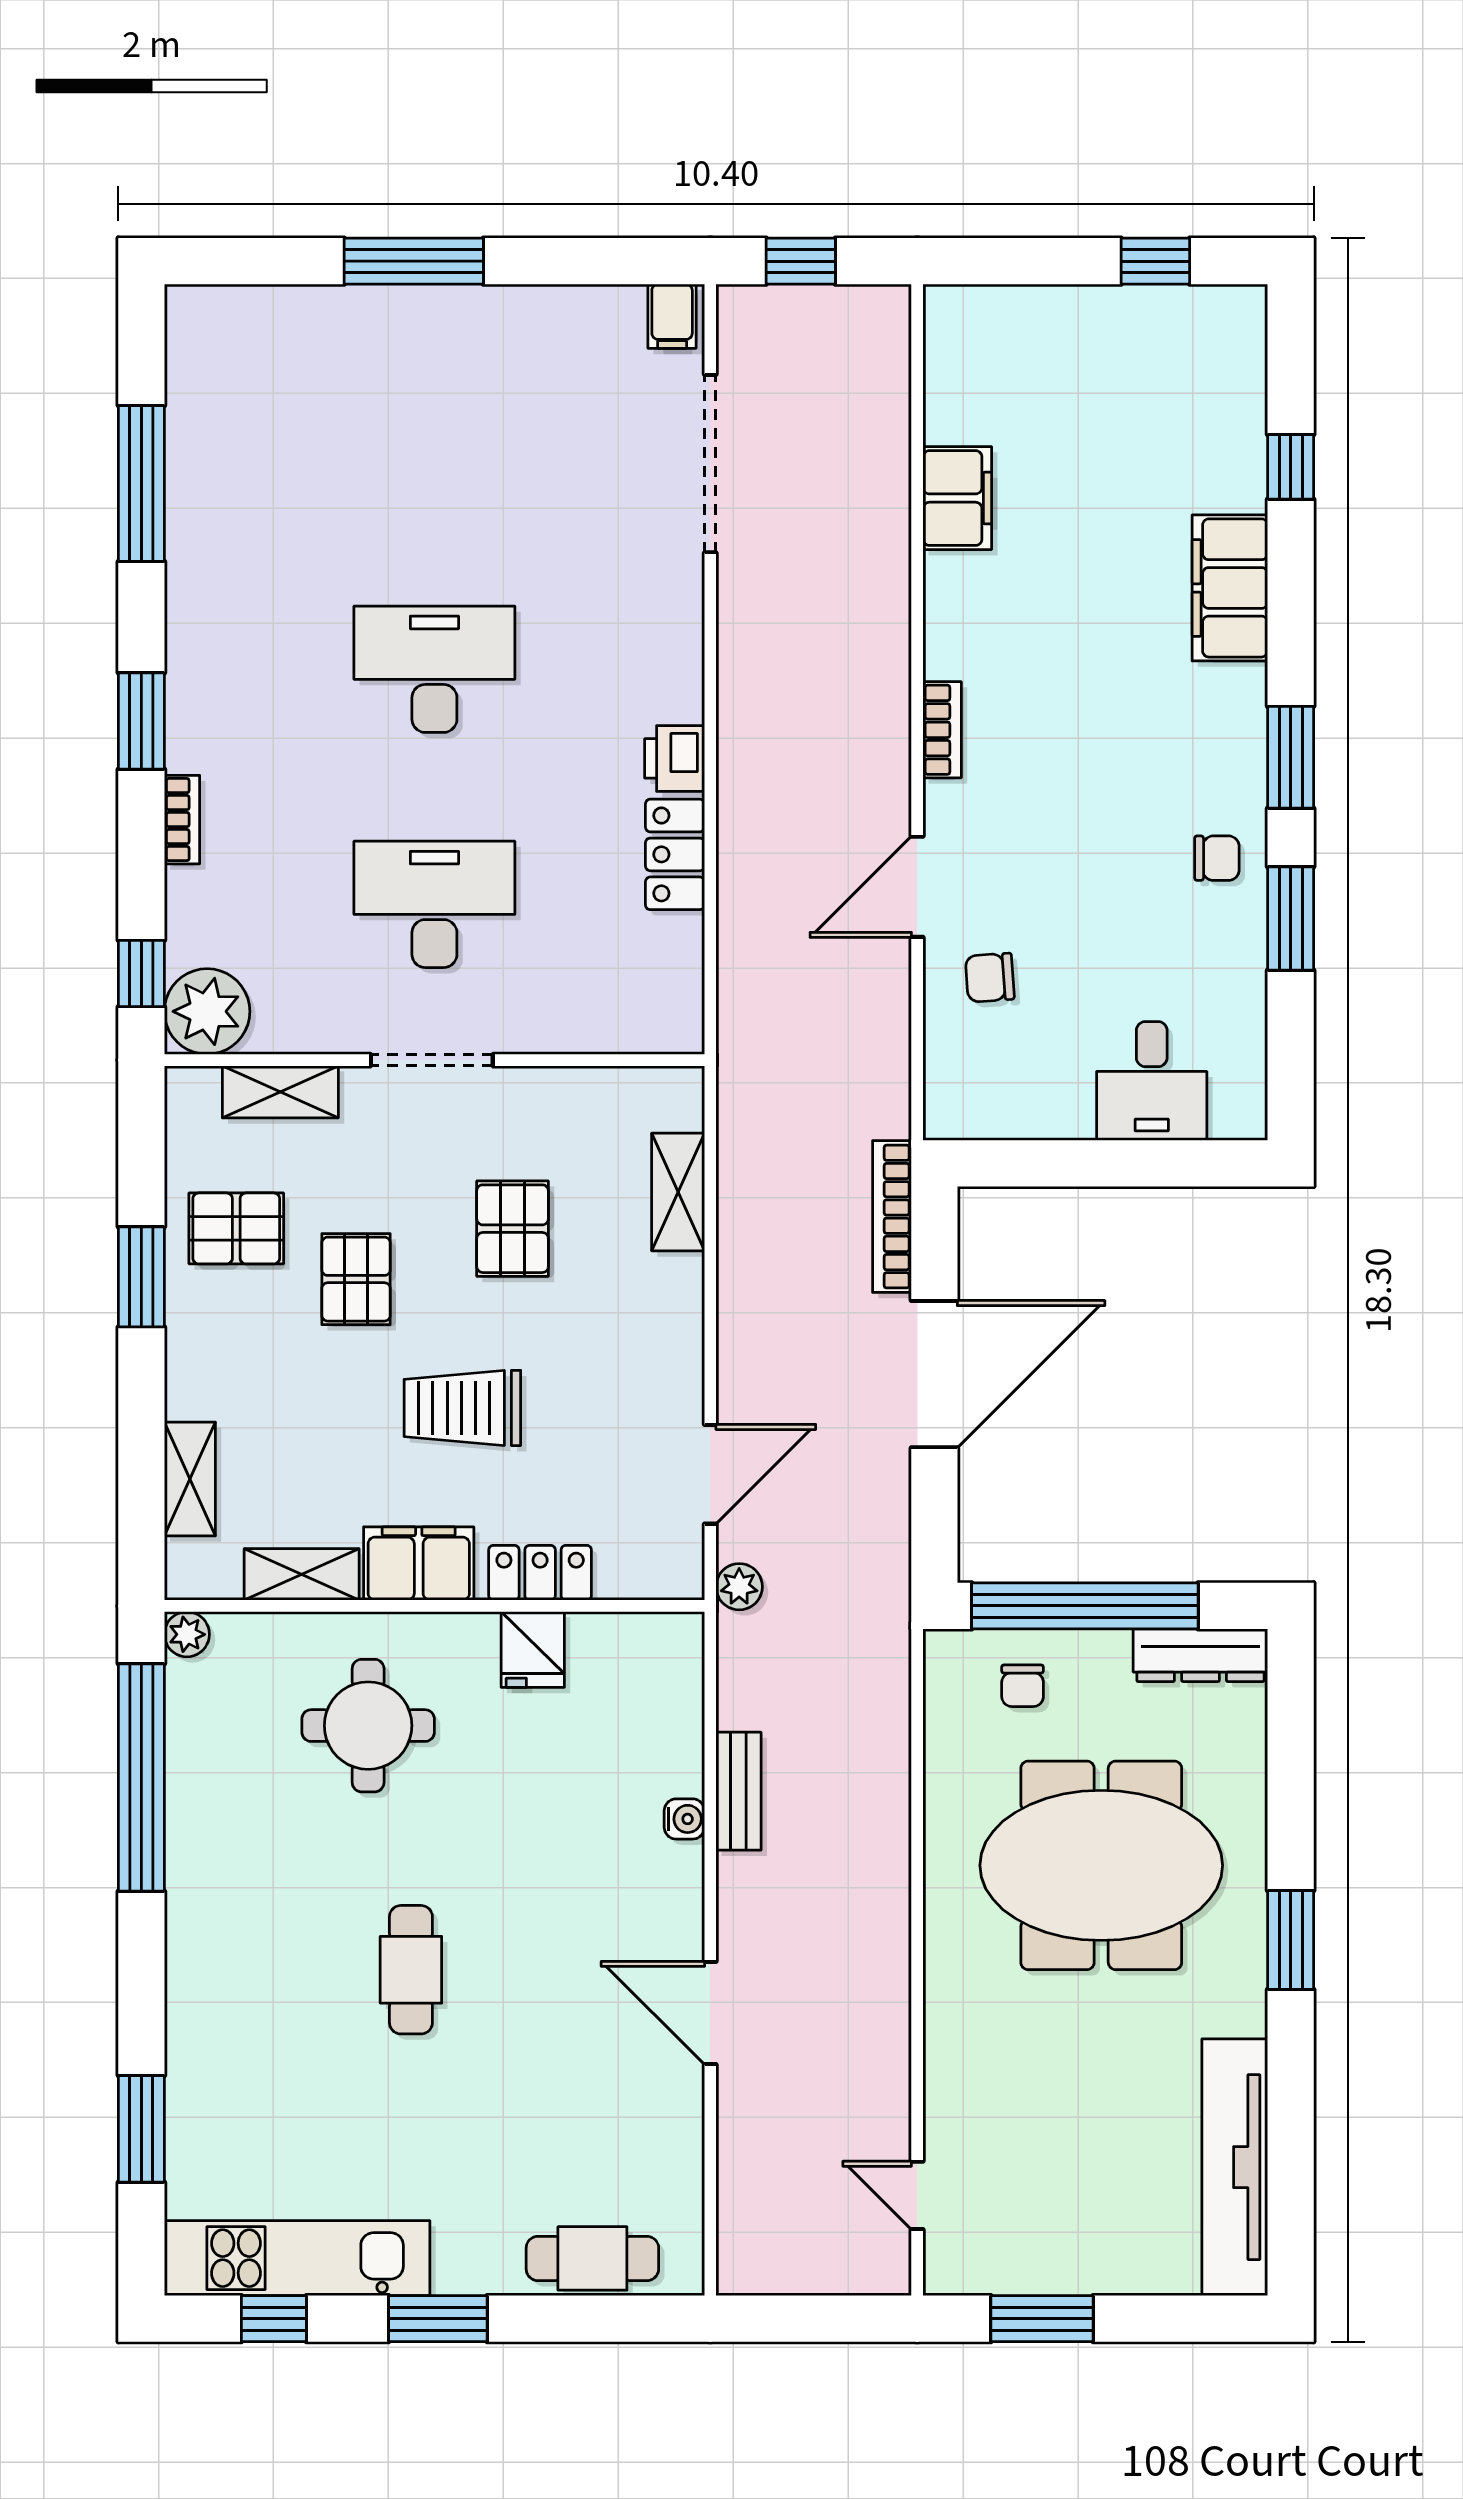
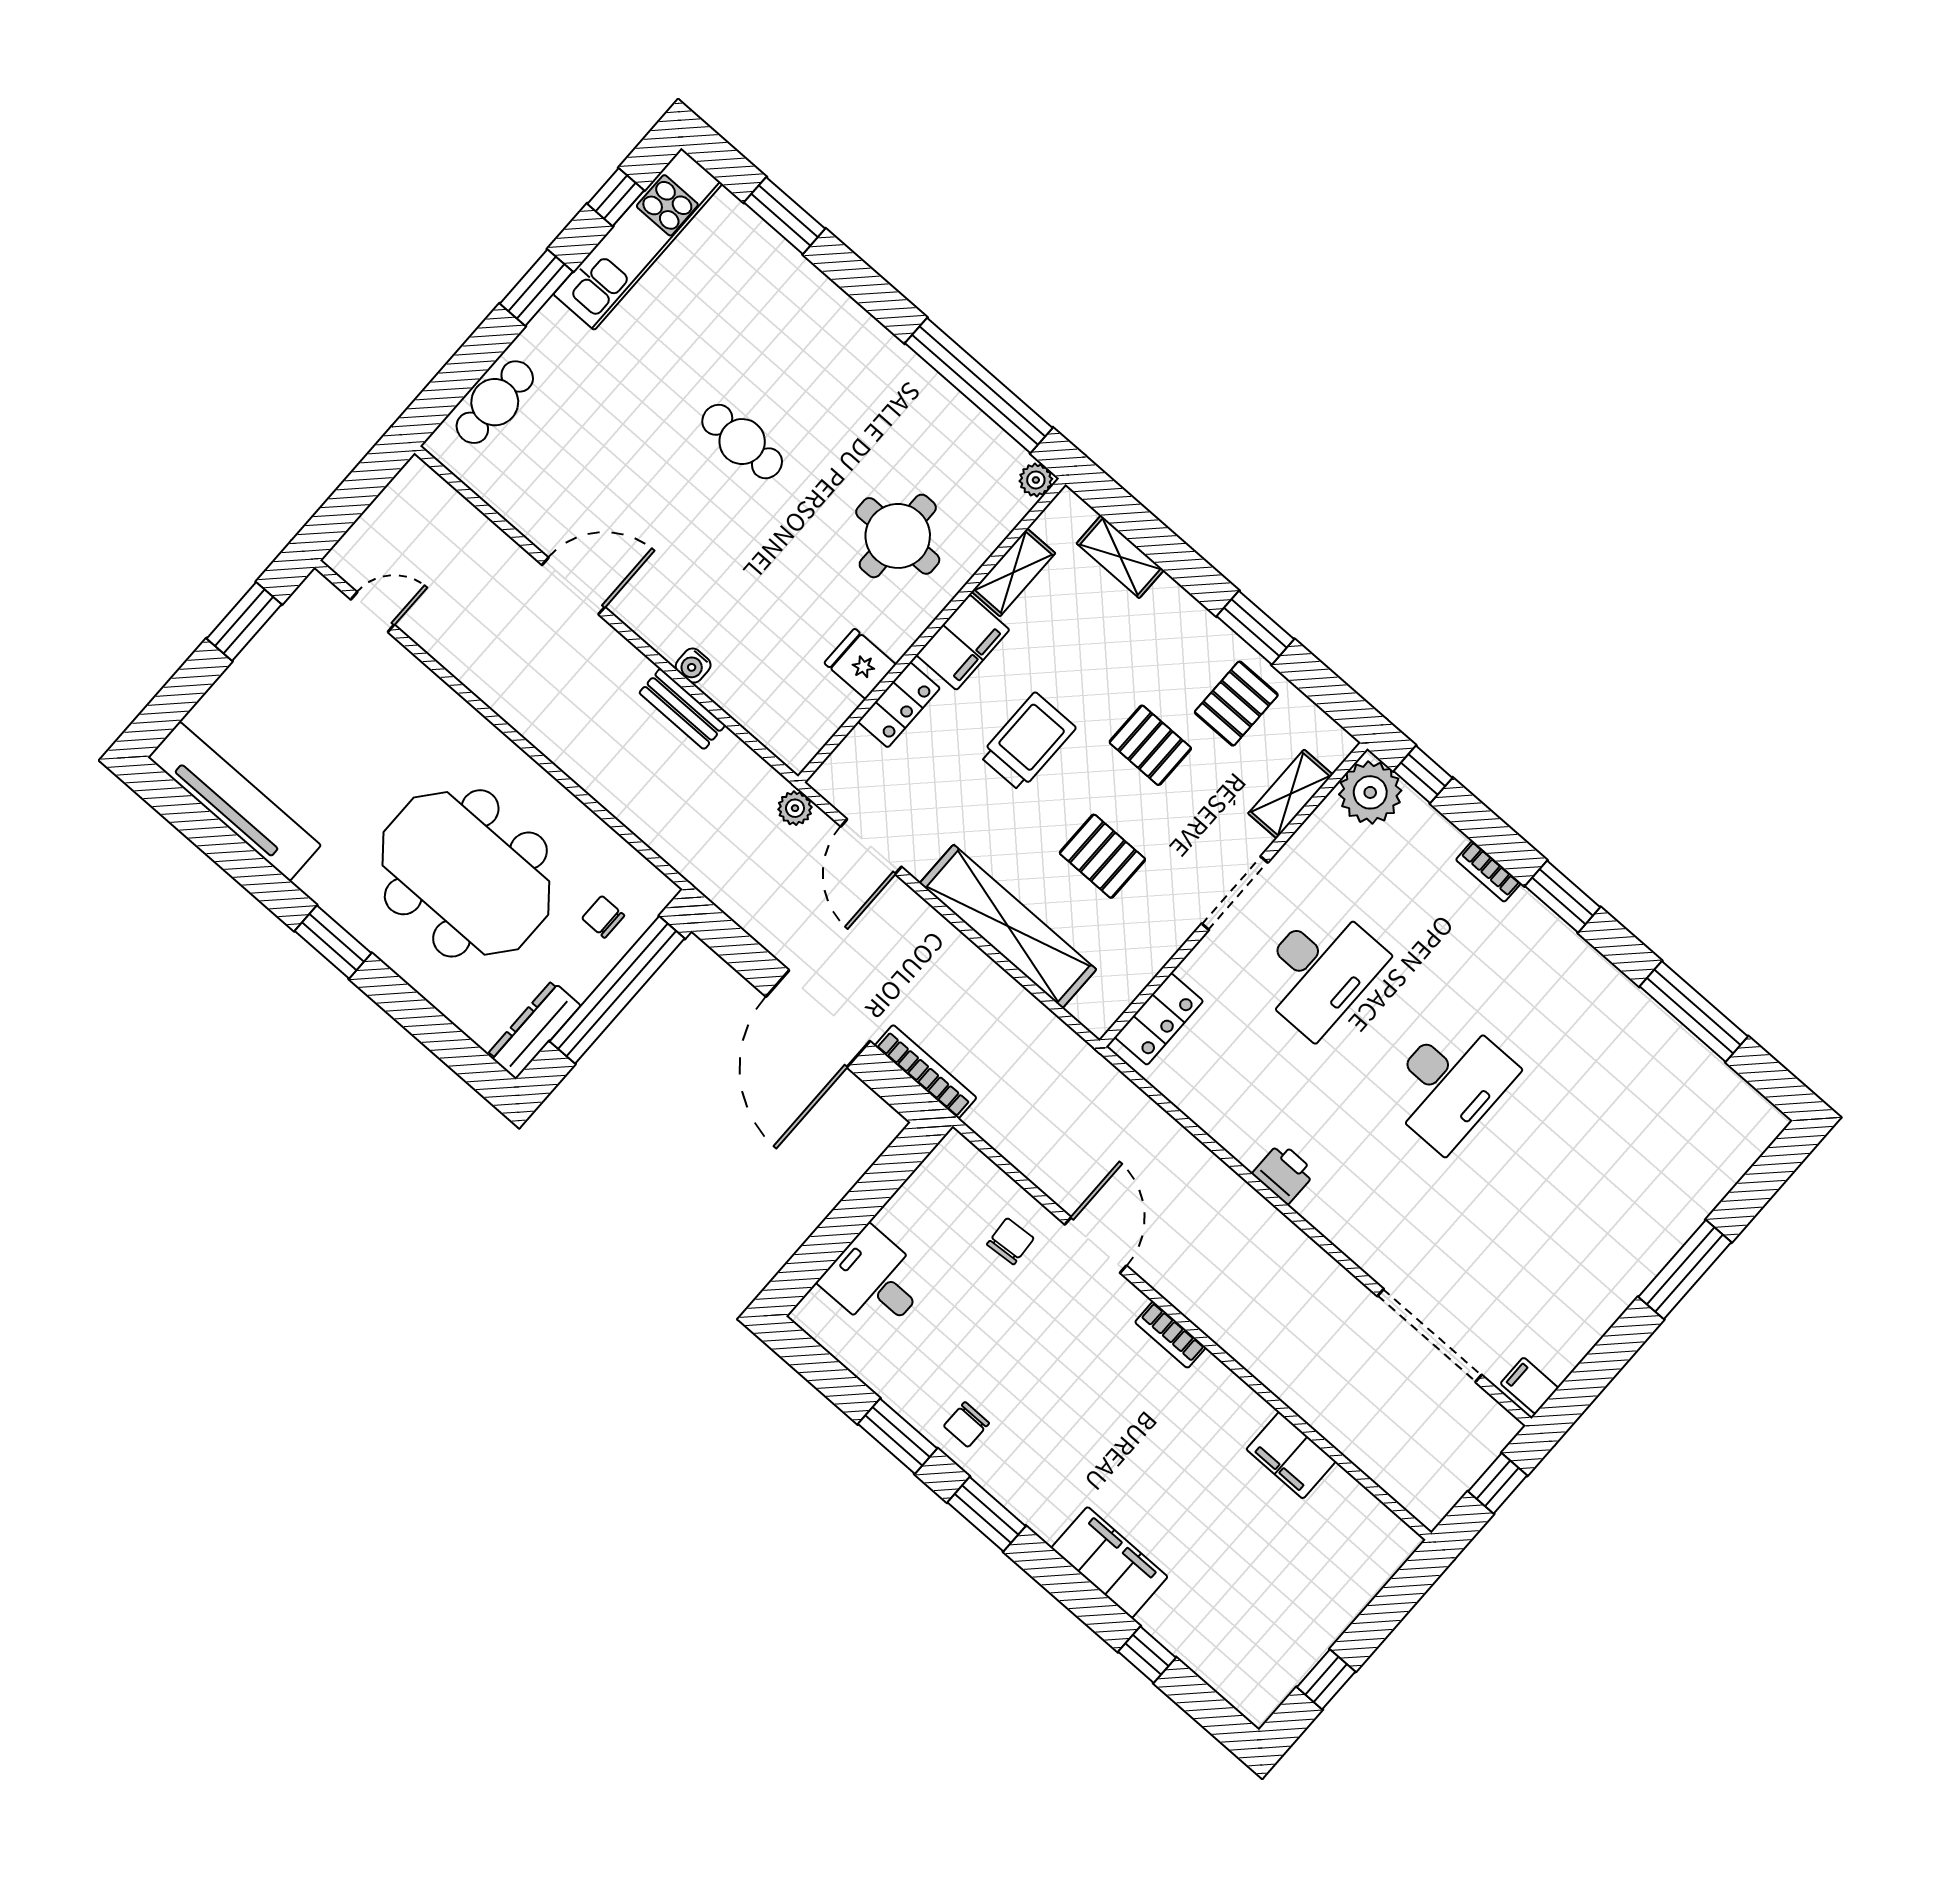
locker: (675, 854) -> (1159, 1019), moved, turned 90
shelving: (678, 1192) -> (1008, 926), width x2.20, depth x1.33
meeting table: (1101, 1865) -> (466, 873), turned 90

